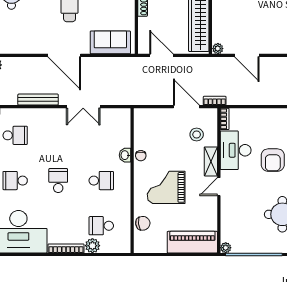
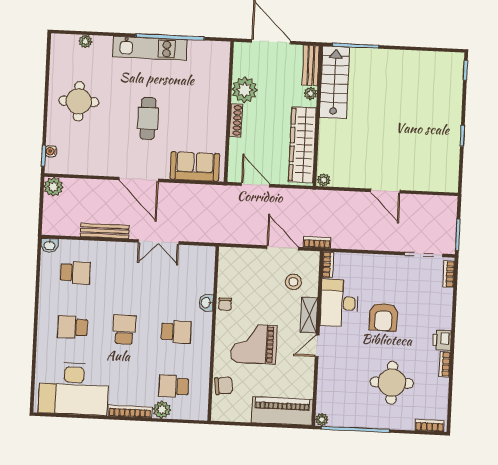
door: (247, 55) -> (385, 191), moved

